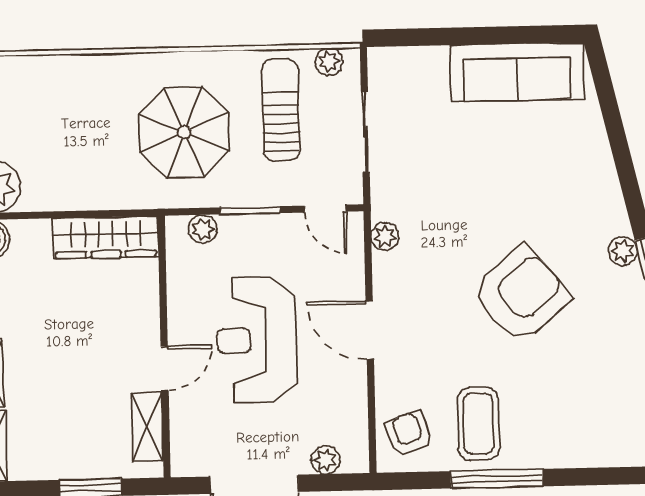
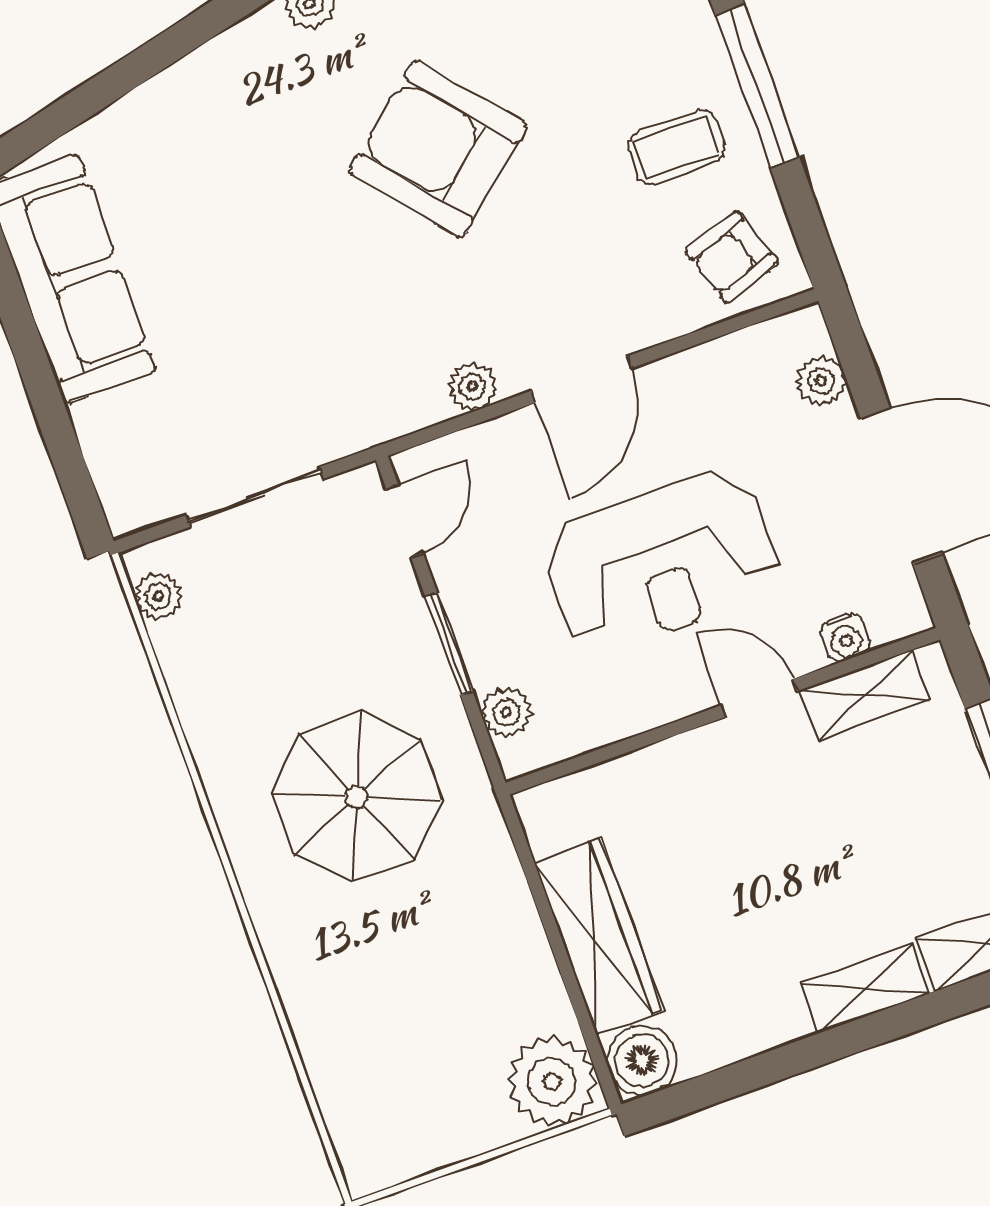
sun lounger: (281, 110) -> (266, 649), removed
wardrobe: (106, 237) -> (598, 936), moved
plant: (385, 237) -> (472, 386), moved
coffee table: (478, 424) -> (676, 147), width x0.73, depth x0.77
water cooler: (182, 426) -> (845, 638), added

